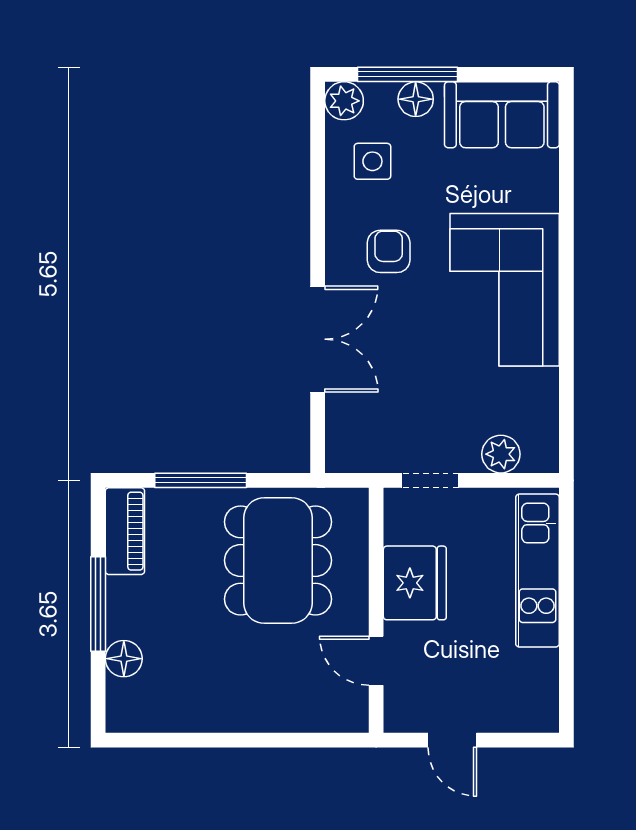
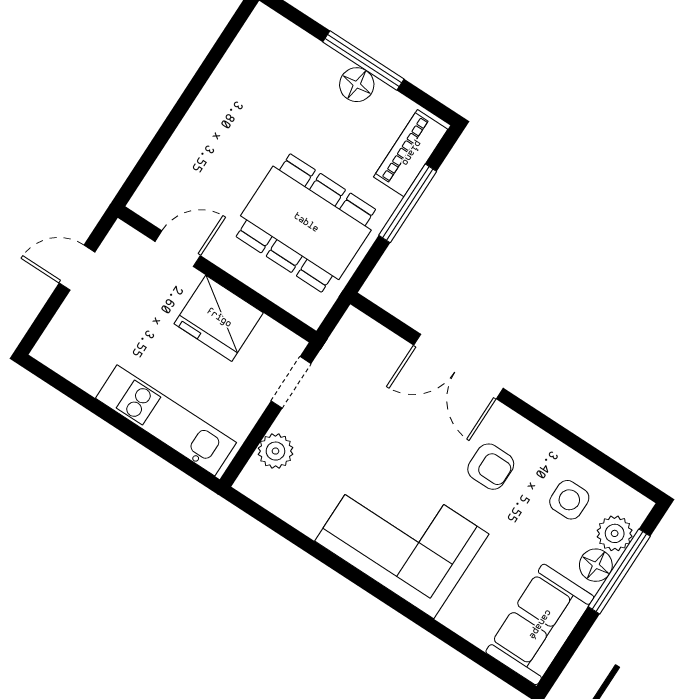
plant: (344, 101) -> (615, 533), moved
piano: (125, 531) -> (411, 153), moved, turned 90
floor lamp: (124, 659) -> (357, 85), moved

